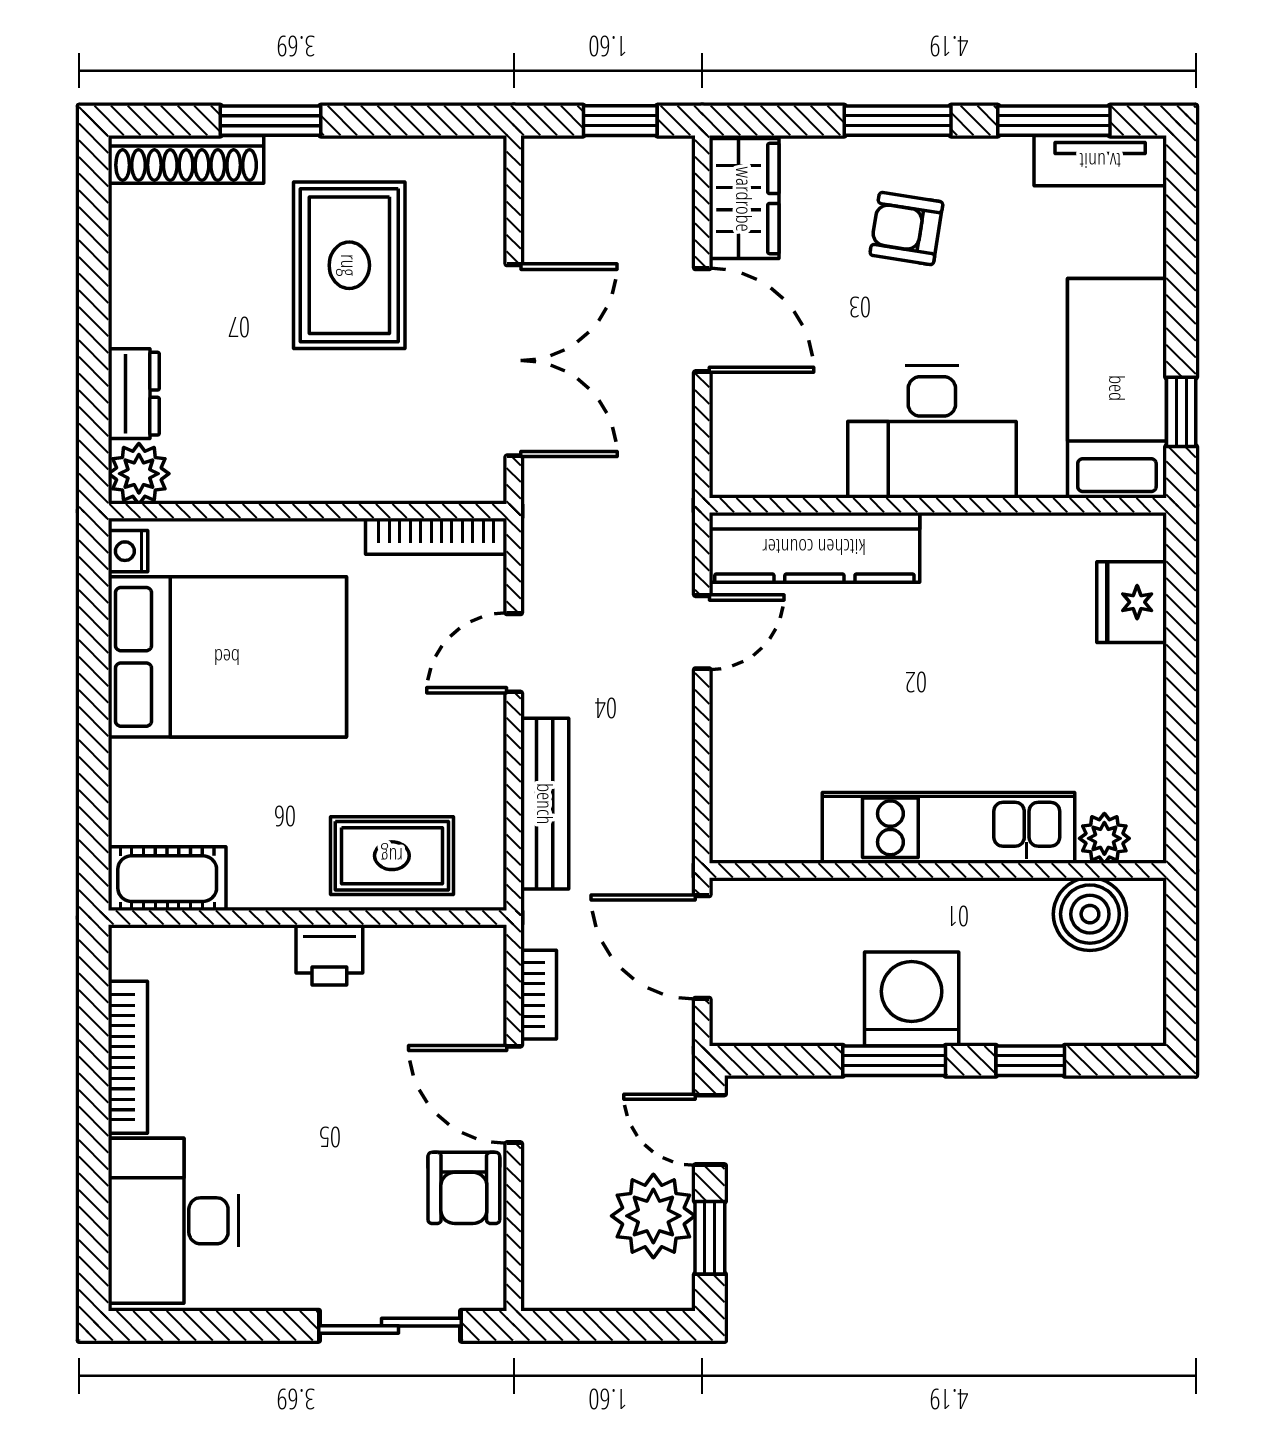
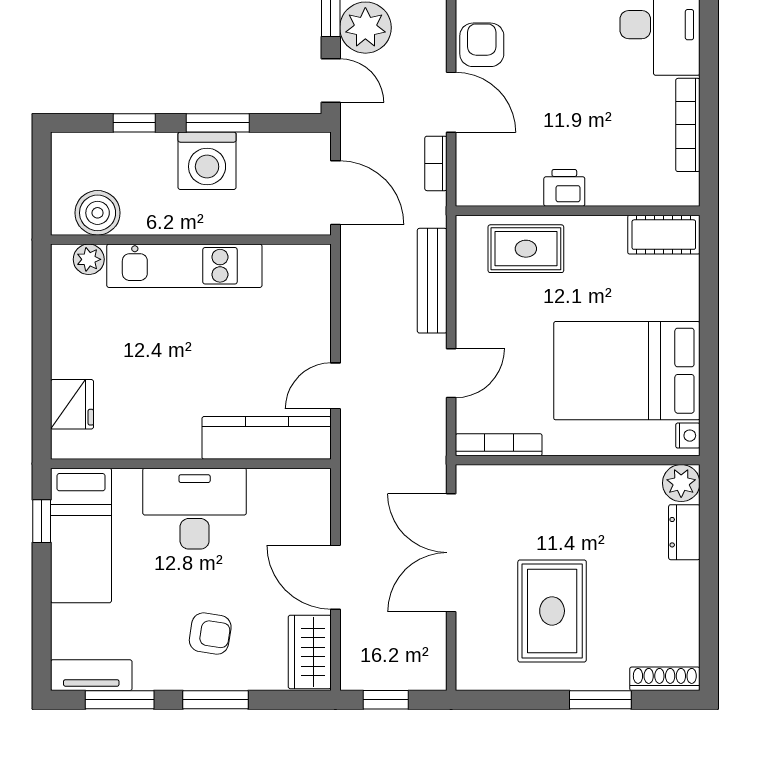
shoe rack: (186, 159) -> (665, 679), width x0.74, depth x0.81

